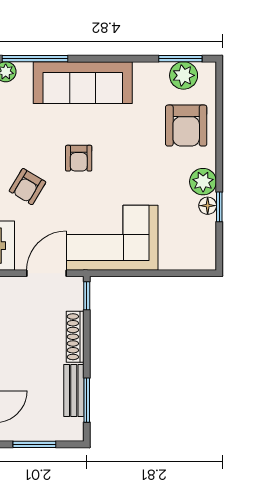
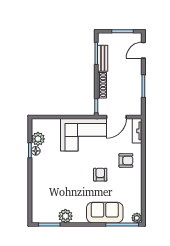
plant: (184, 75) -> (65, 216), moved
sofa: (83, 83) -> (105, 213), width x0.73
armchair: (186, 126) -> (46, 191), removed
plant: (203, 182) -> (38, 139), moved
armchair: (27, 187) -> (126, 160), turned 59

